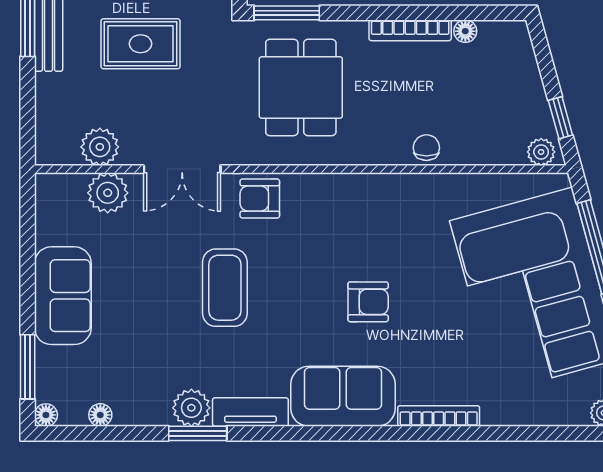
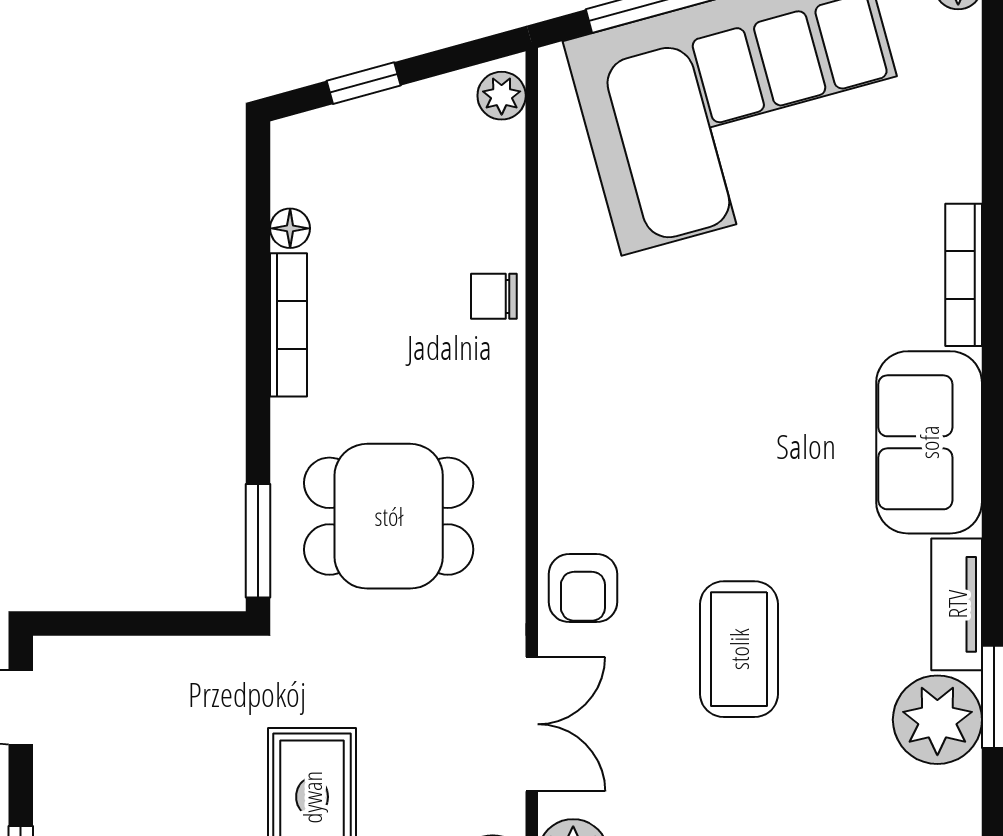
window: (560, 118) -> (364, 83), moved
coffee table: (225, 288) -> (739, 649), turned 90
armchair: (368, 302) -> (764, 398), removed
plant: (191, 408) -> (937, 720), width x1.36, depth x1.36

